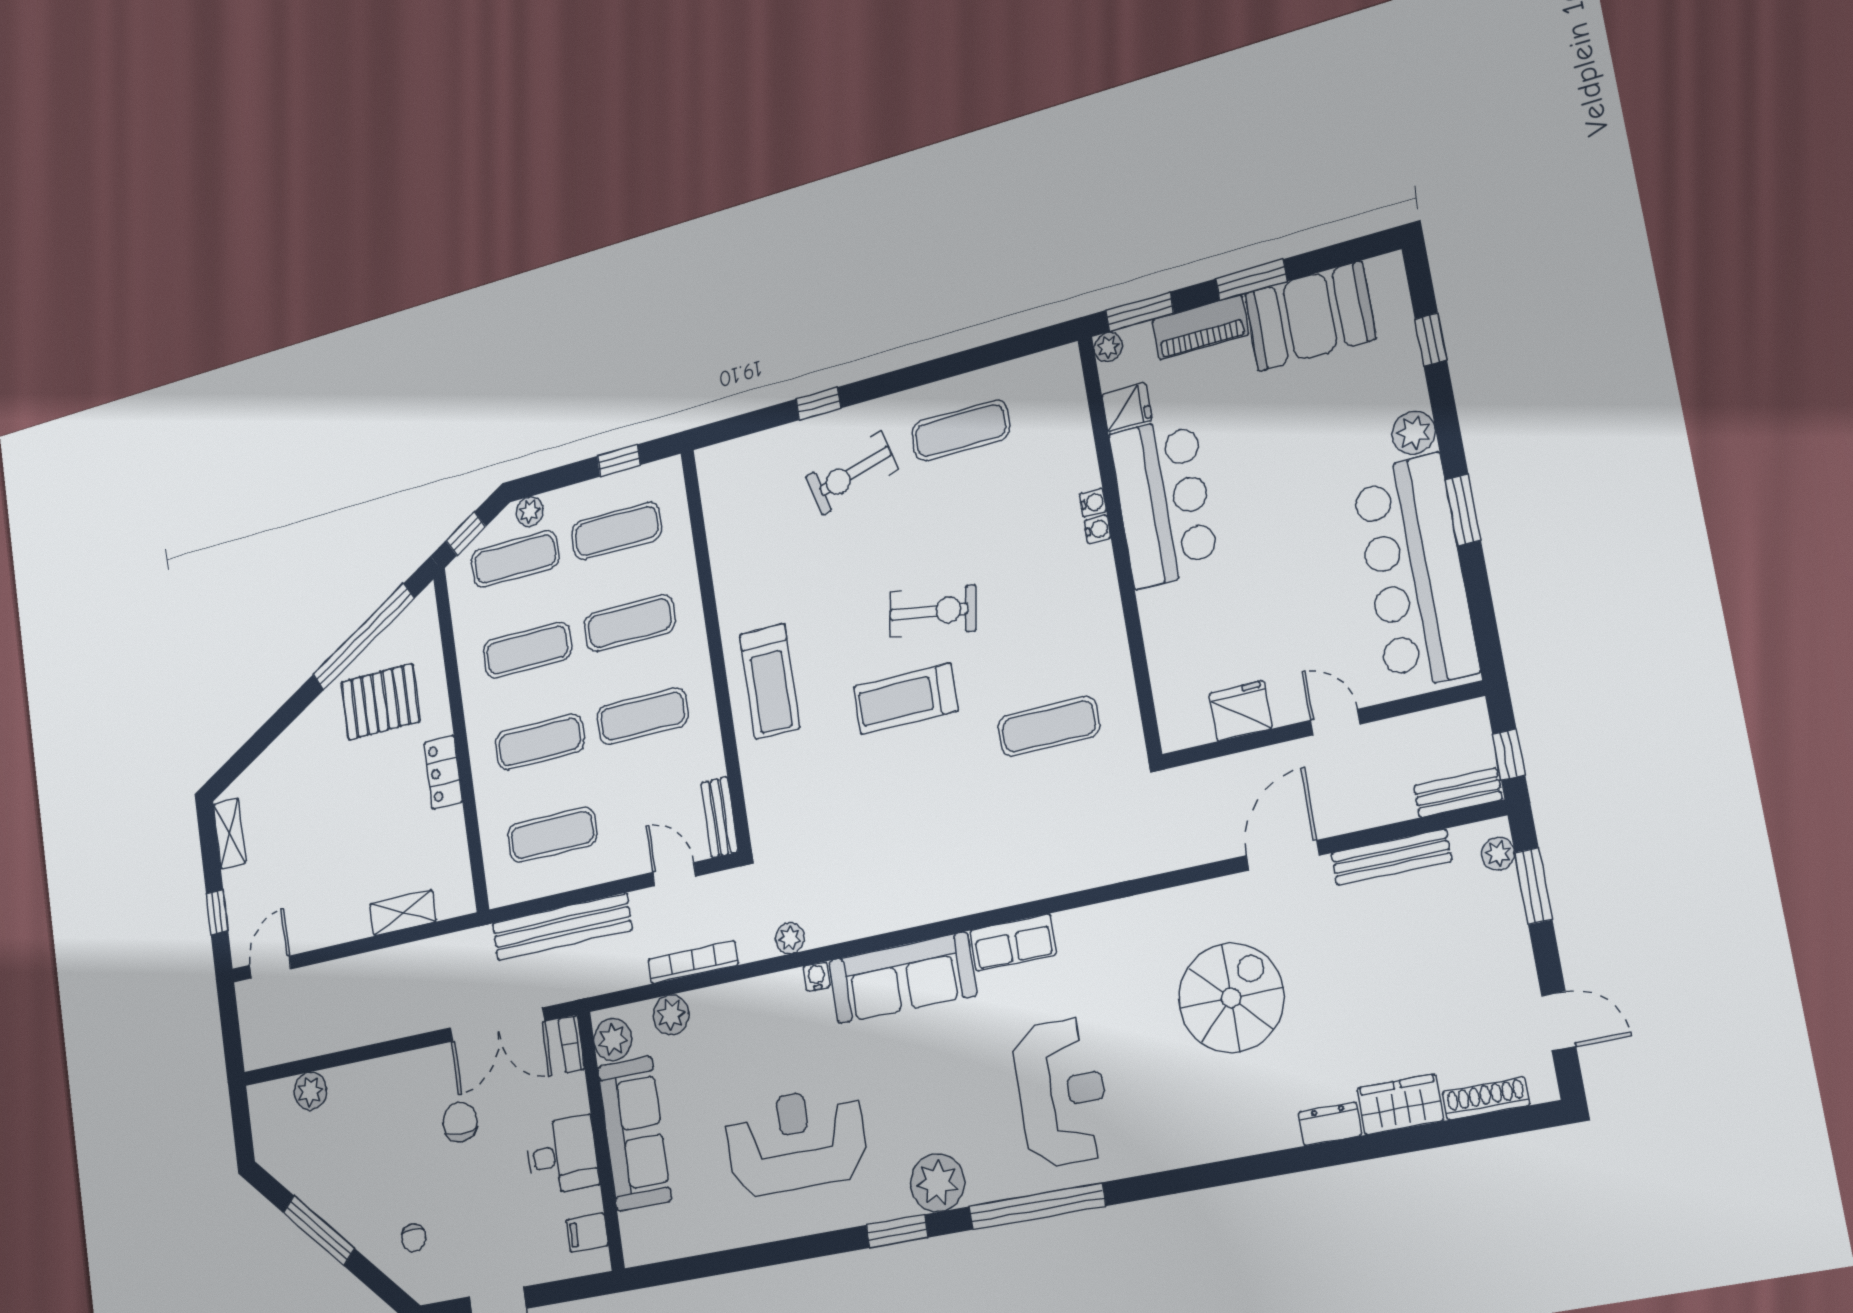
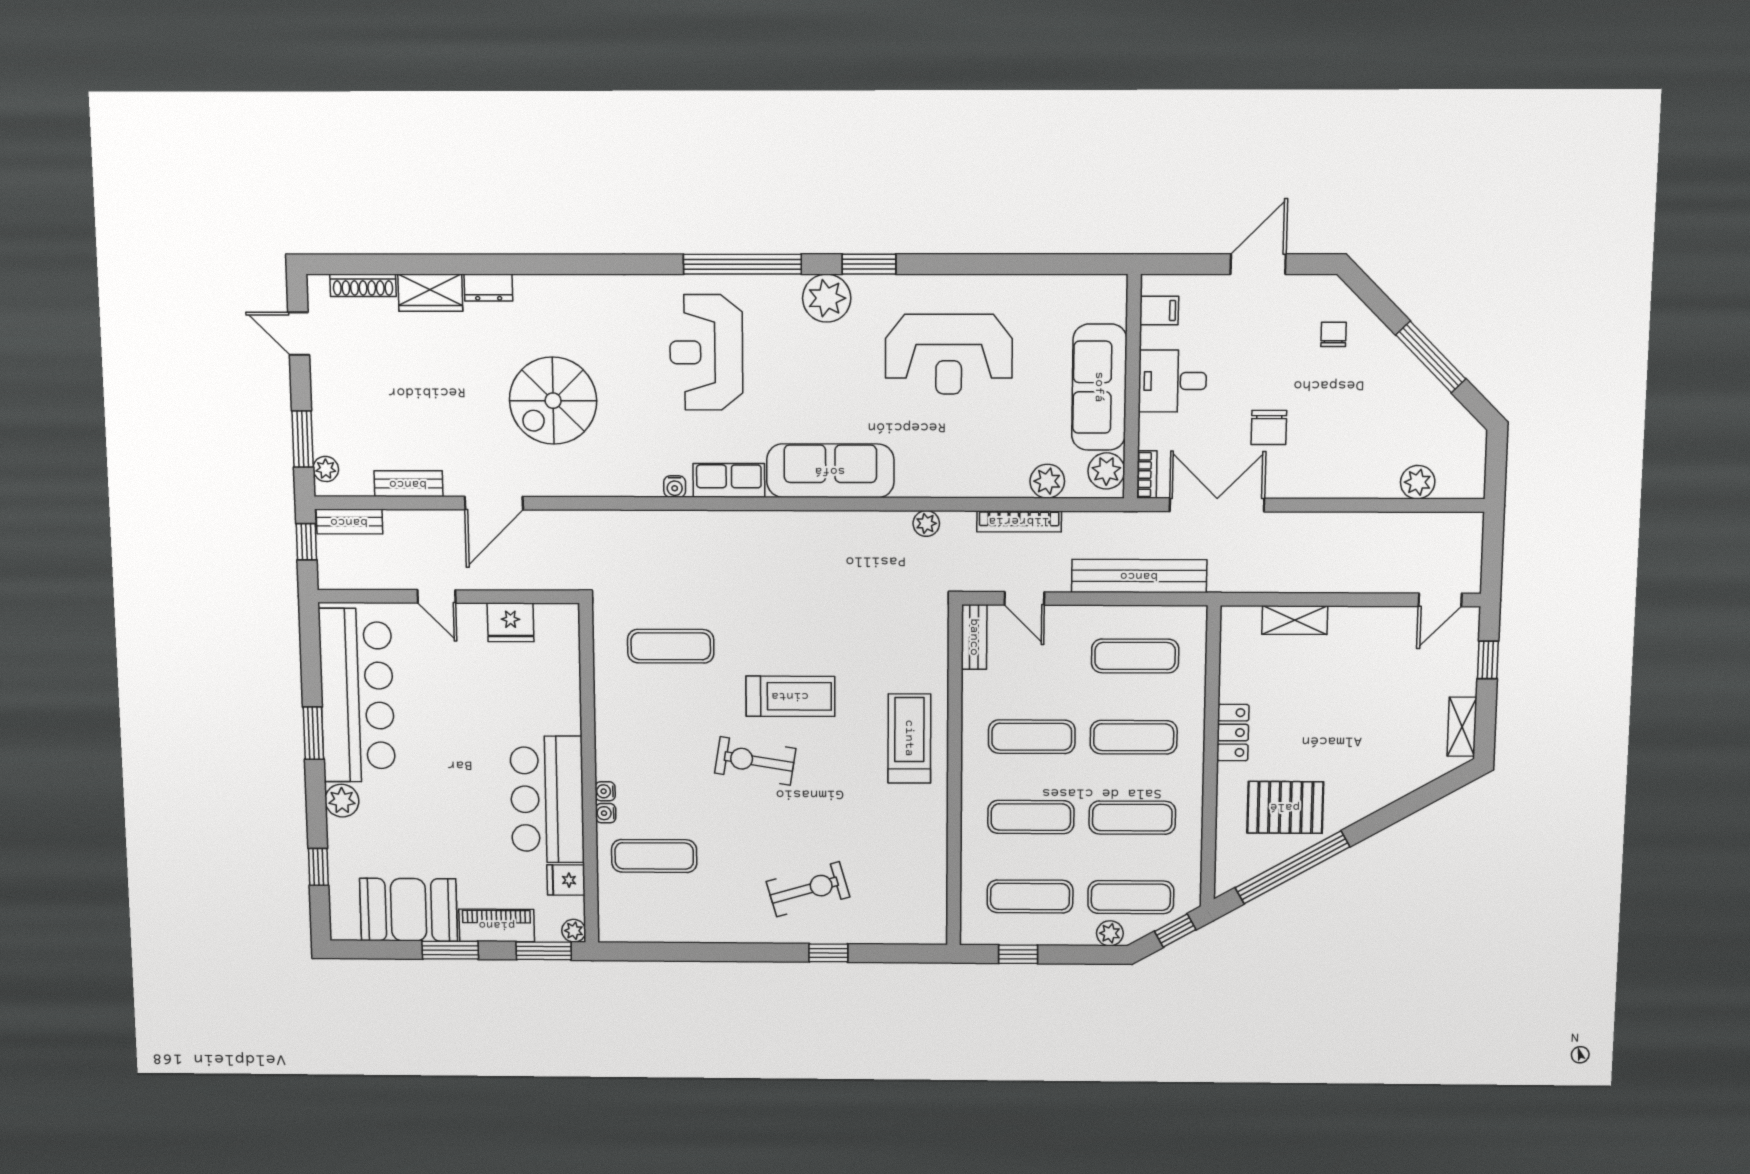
exercise mat: (961, 430) -> (654, 856), moved
bench: (1391, 857) -> (408, 484), width x0.73
water cooler: (817, 977) -> (675, 487), moved

